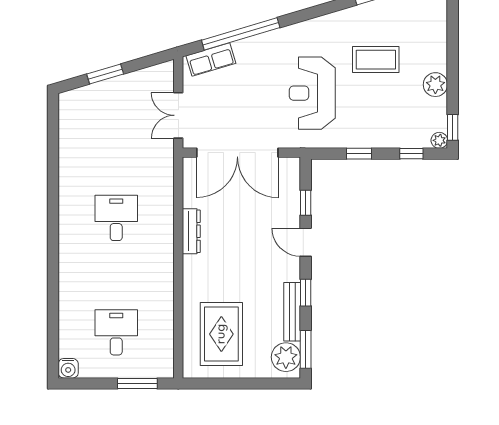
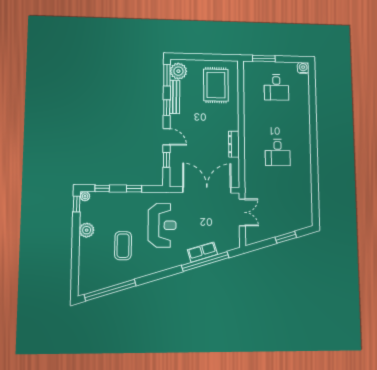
row of seats: (211, 59) -> (202, 252), moved
coffee table: (376, 60) -> (123, 246), turned 90

